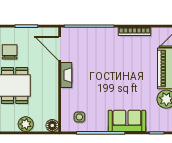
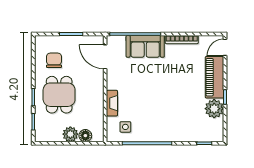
fireplace: (66, 75) -> (112, 103), moved
sofa: (127, 121) -> (145, 46), moved, turned 180
floor lamp: (52, 125) -> (85, 136), moved

